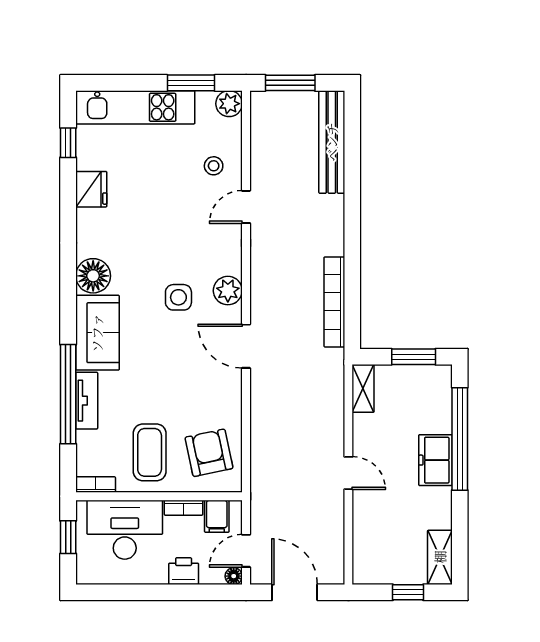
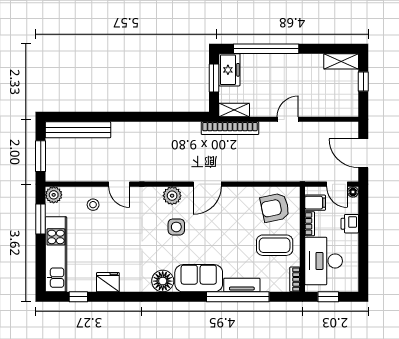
bookcase: (334, 302) -> (230, 128), moved
freezer: (435, 460) -> (229, 70), moved, turned -90
door: (295, 592) -> (363, 153), hinge flipped

